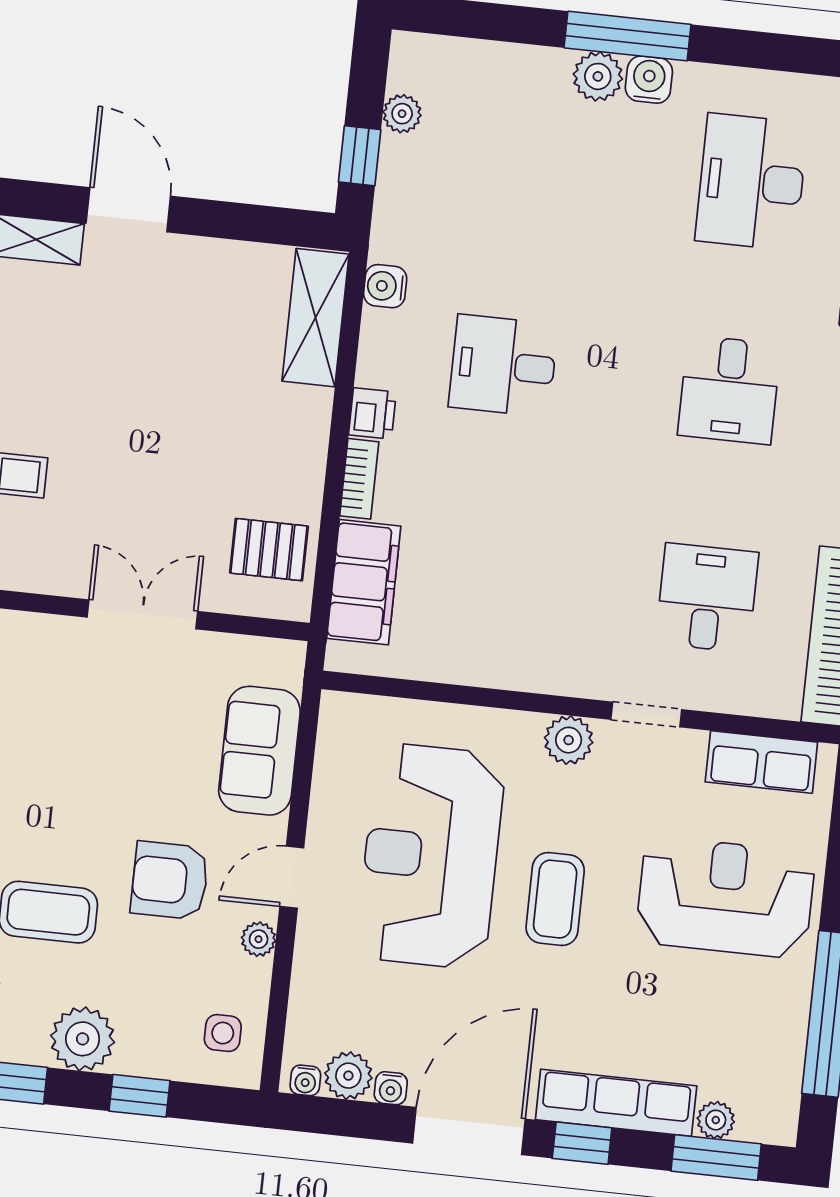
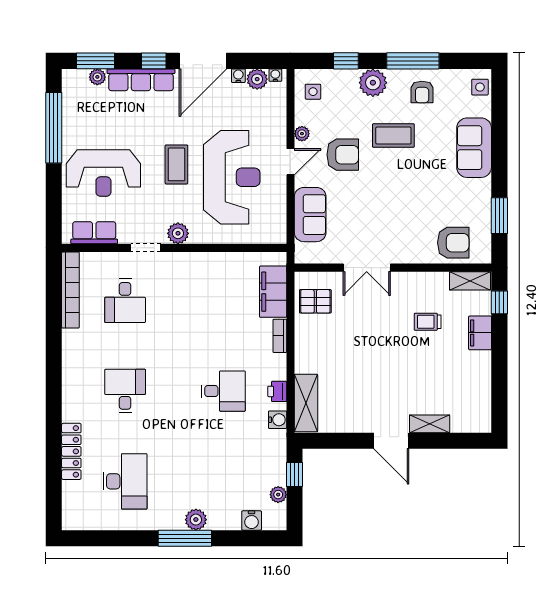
water cooler: (649, 80) -> (252, 521), moved
printer: (372, 413) -> (277, 391), moved

